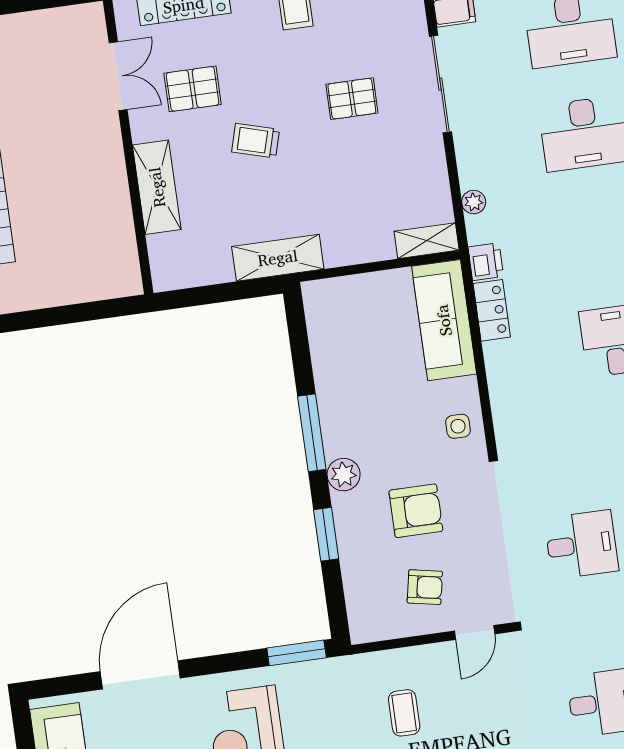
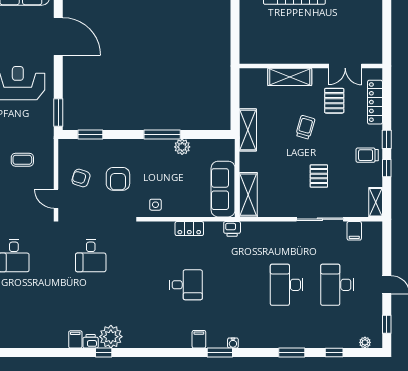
plant: (474, 202) -> (261, 227), removed
shelving: (427, 241) -> (248, 195), width x1.50, depth x1.33
locker: (492, 310) -> (189, 229), moved
sofa: (444, 320) -> (223, 189), moved, turned -90
plant: (344, 475) -> (182, 147), moved
window: (326, 534) -> (90, 135), moved
armchair: (425, 587) -> (81, 178), turned 97

